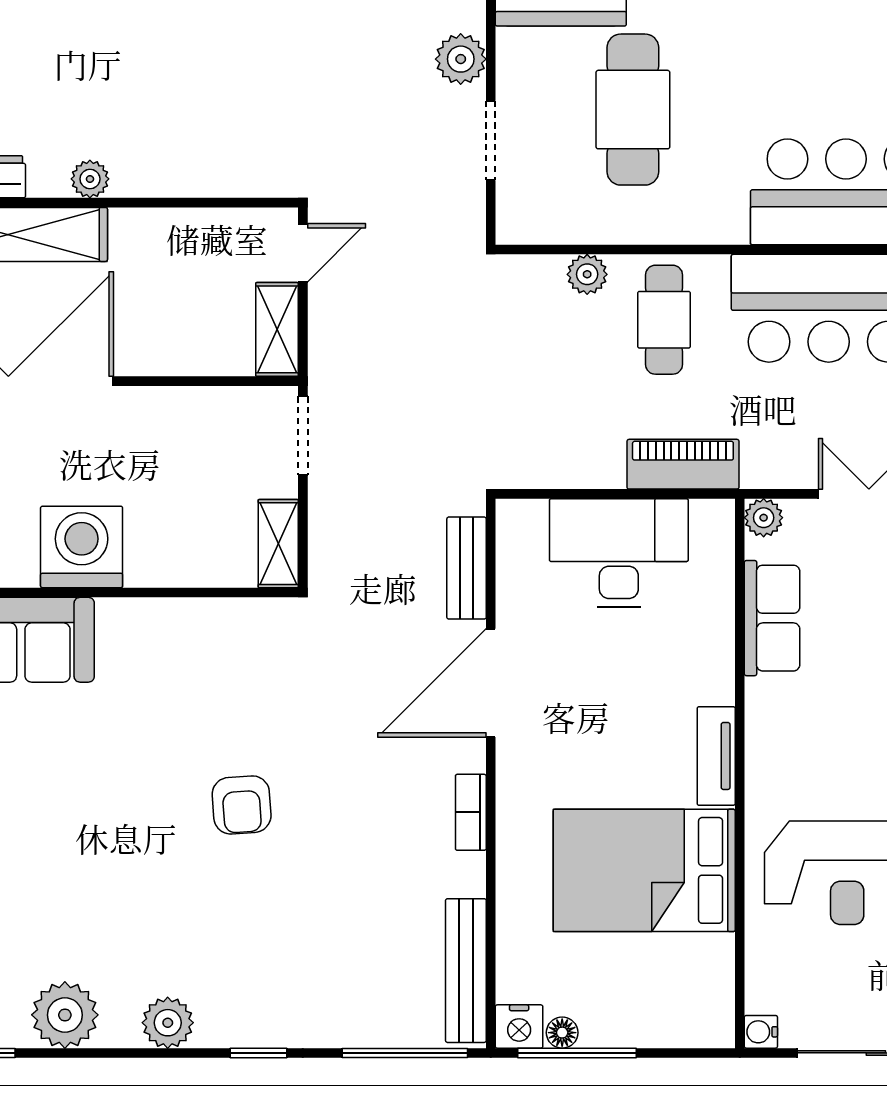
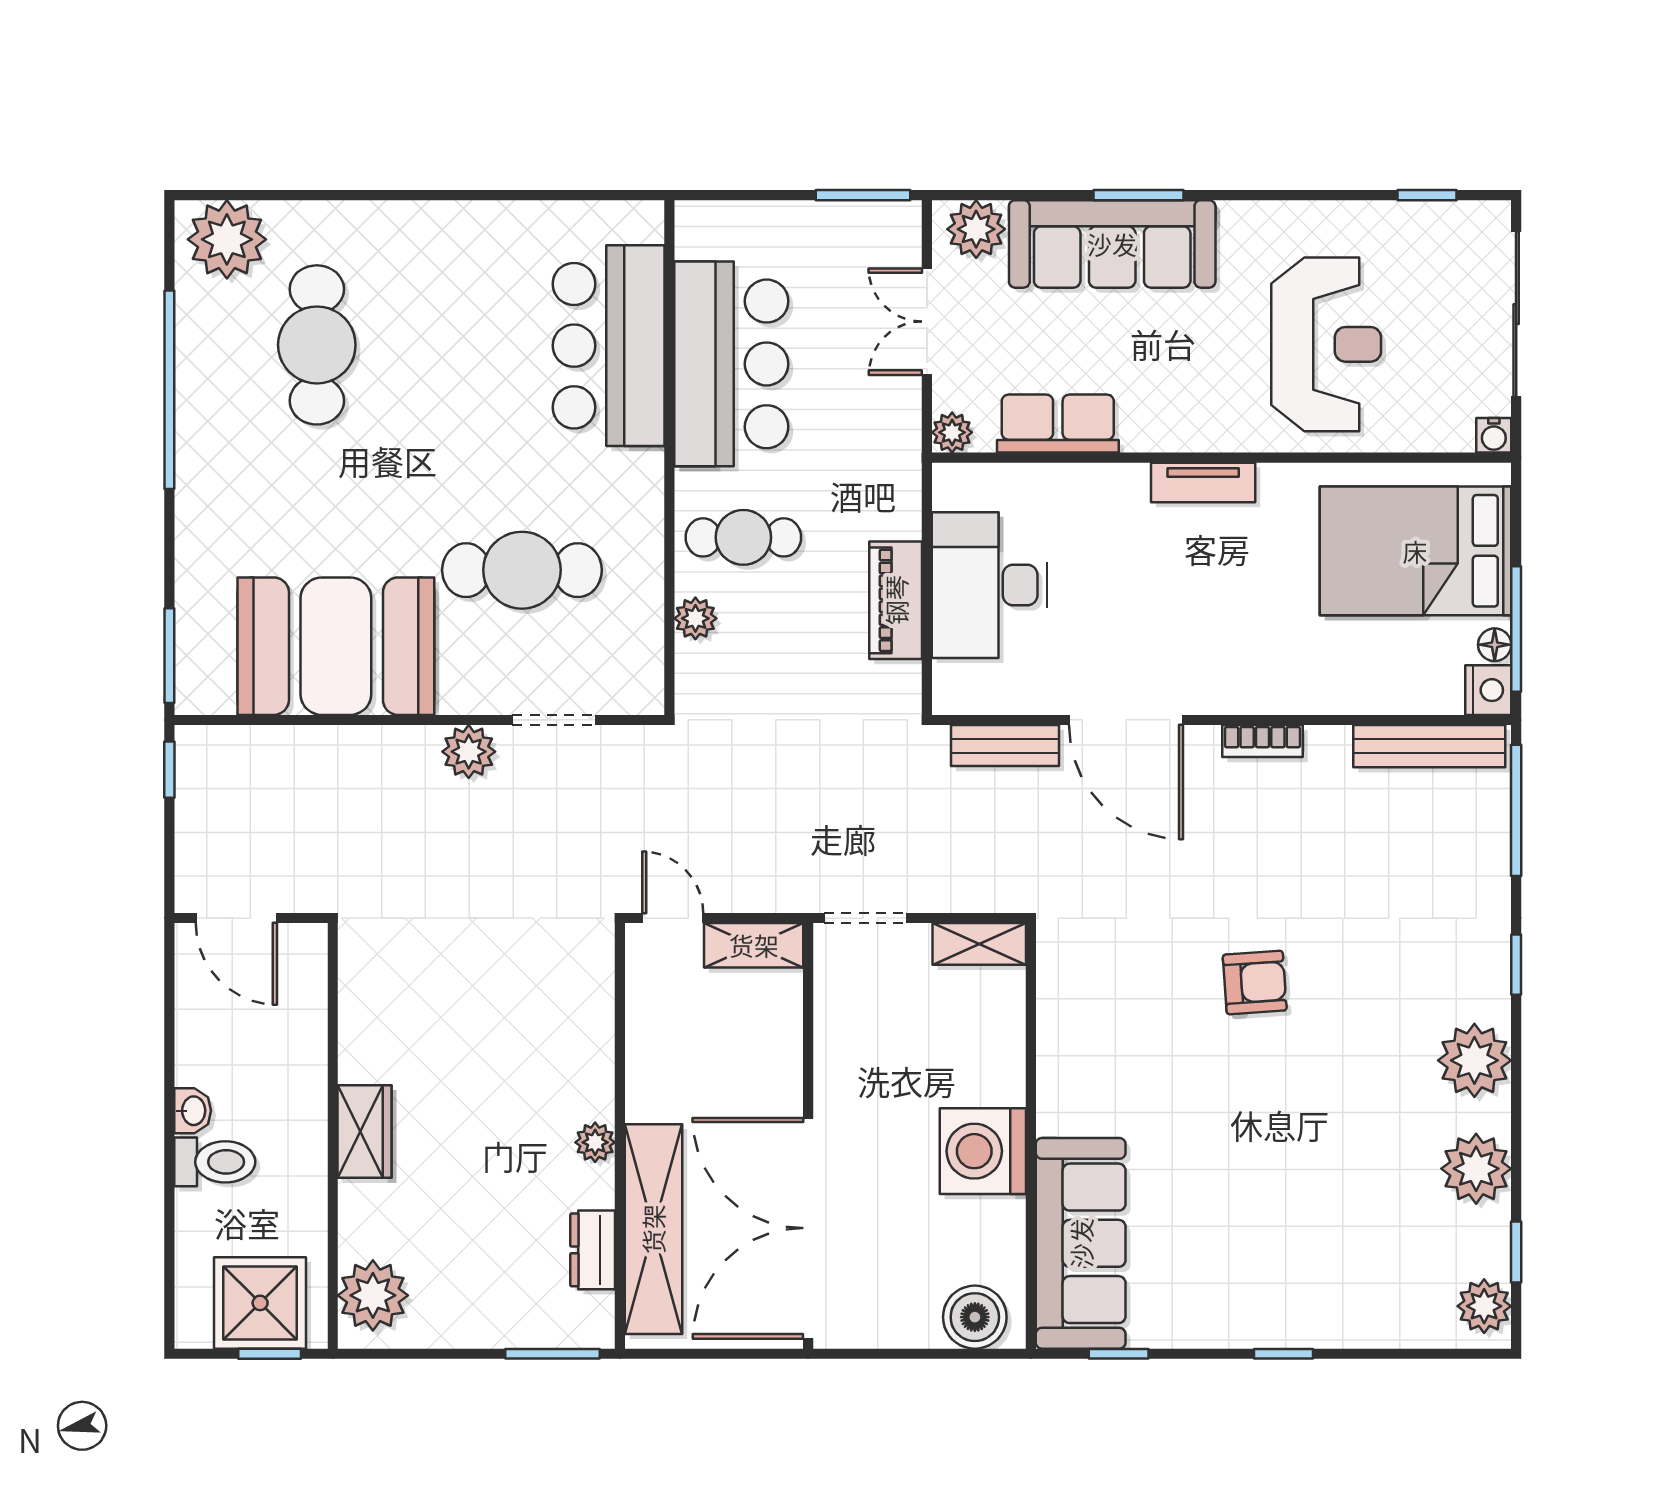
piano: (683, 464) -> (896, 600), moved
bed: (644, 870) -> (1415, 551), moved, turned 90
plant: (168, 1023) -> (1474, 1060), width x1.36, depth x1.36

